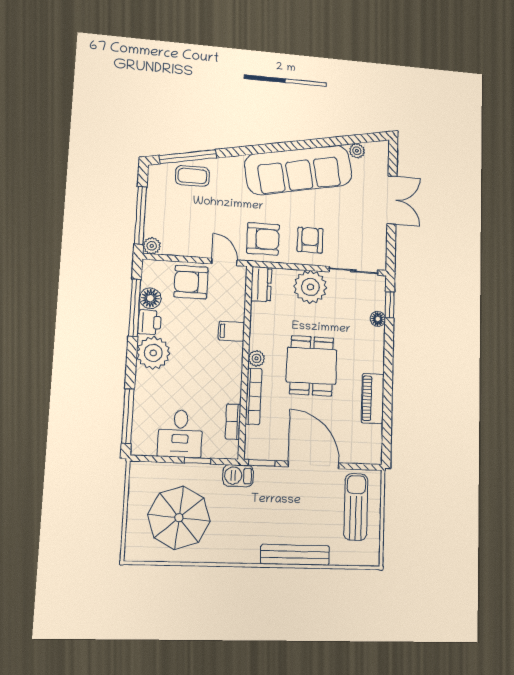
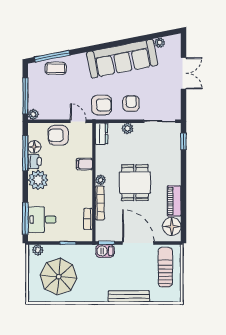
plant: (310, 287) -> (127, 128), width x0.53, depth x0.53
floor lamp: (378, 319) -> (172, 226), moved, width x1.89, depth x1.89
desk: (180, 434) -> (42, 220), moved, turned 90
plant: (146, 471) -> (38, 250), added
barbecue: (238, 476) -> (105, 251), moved

